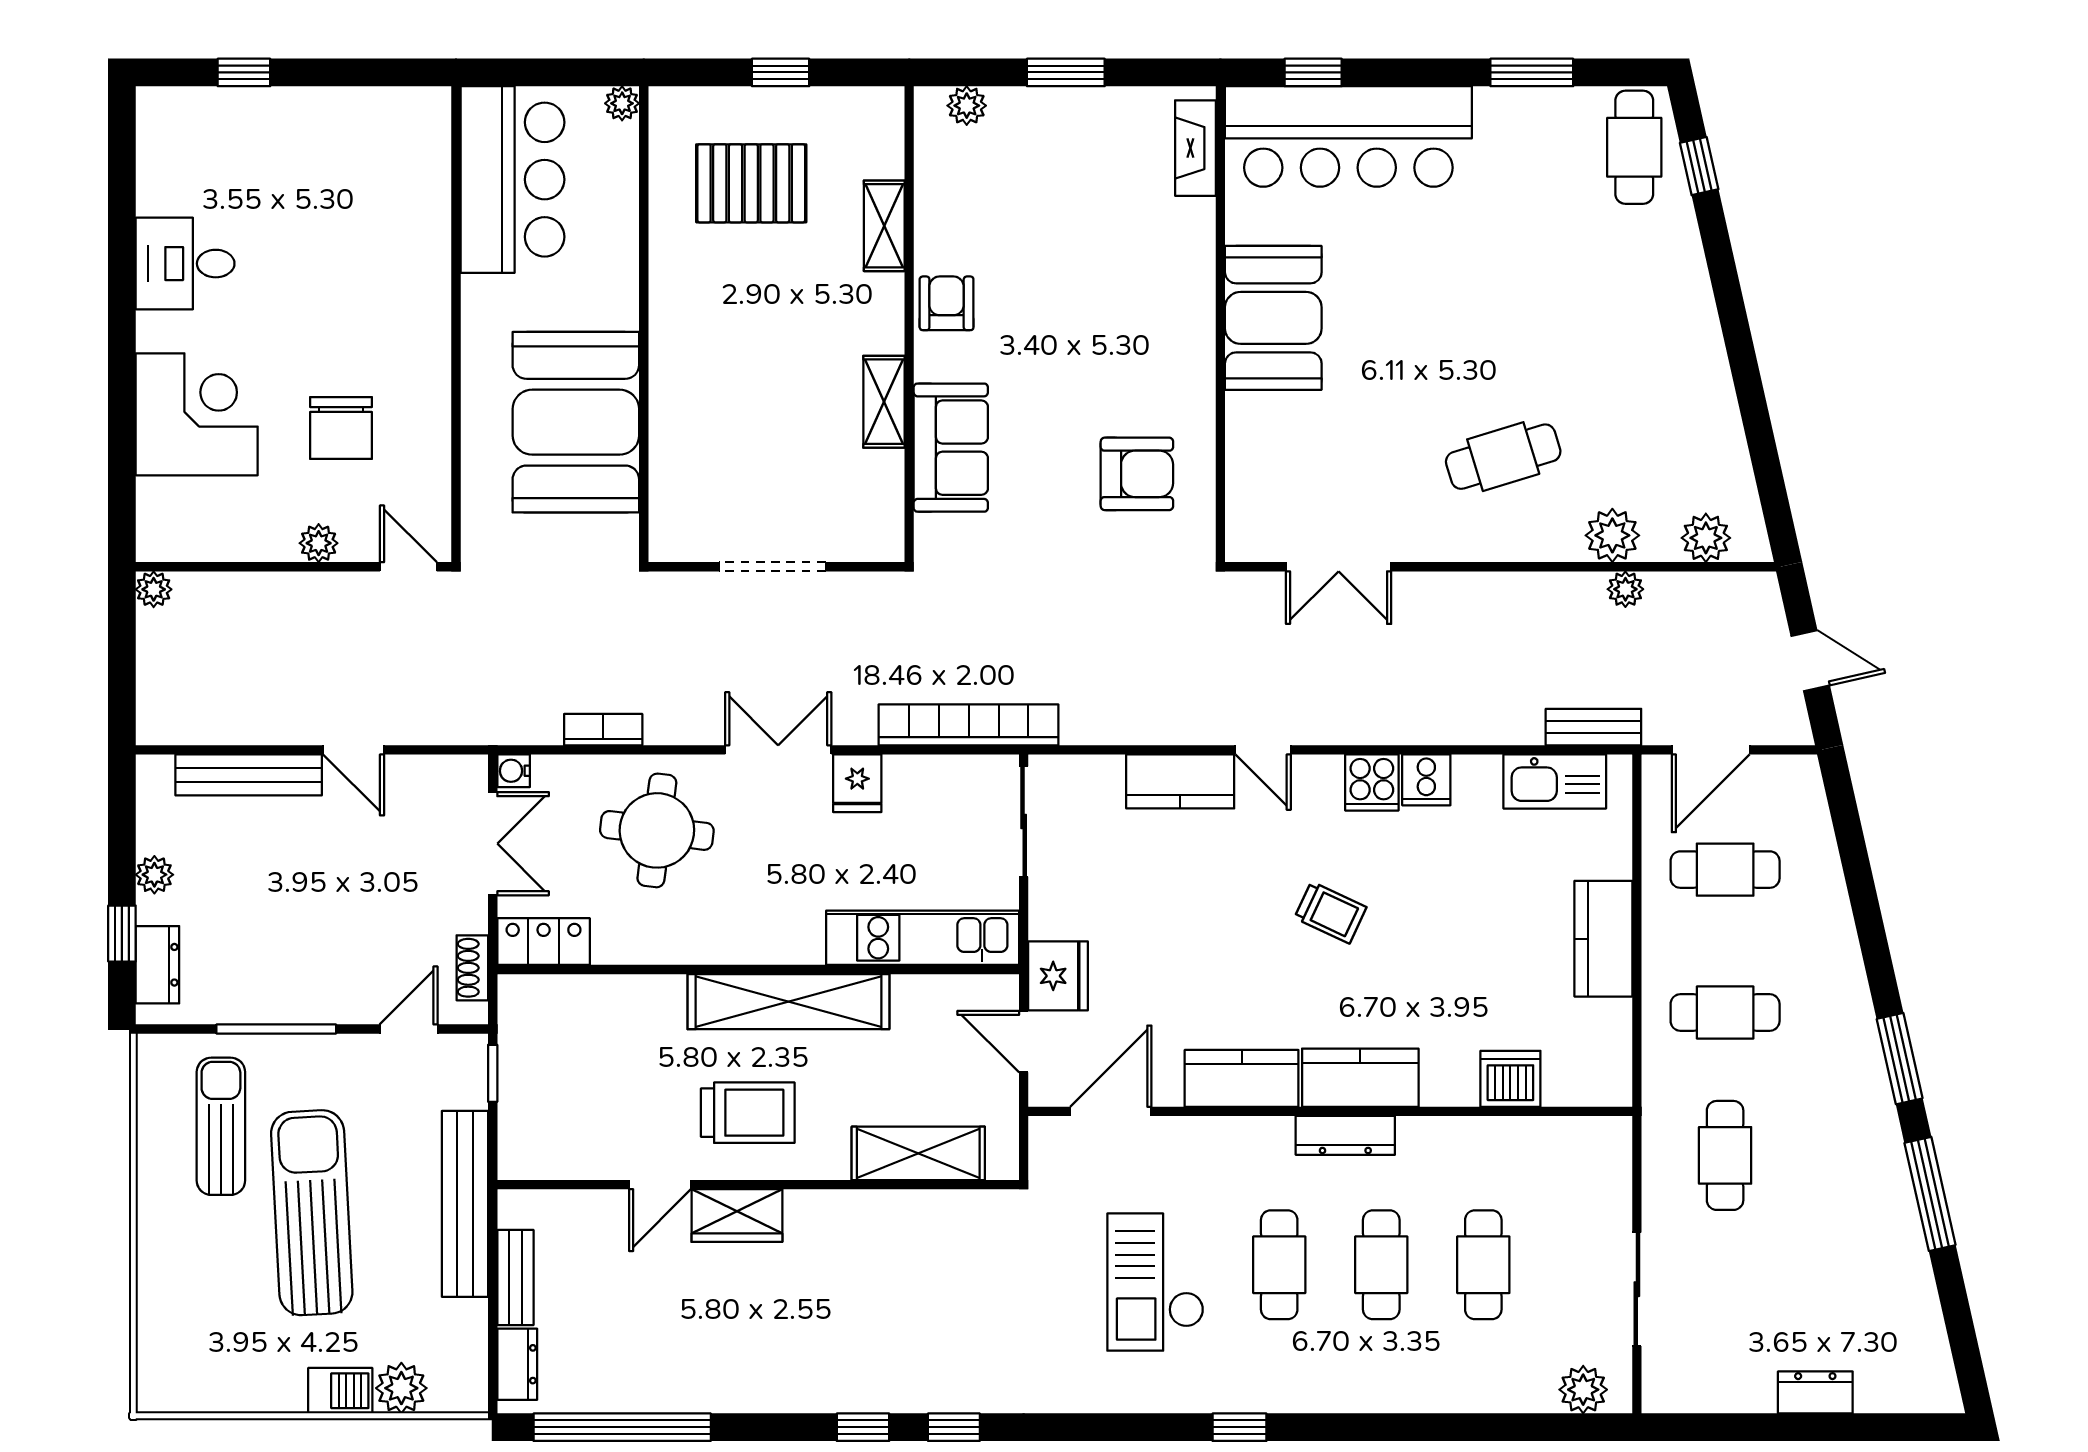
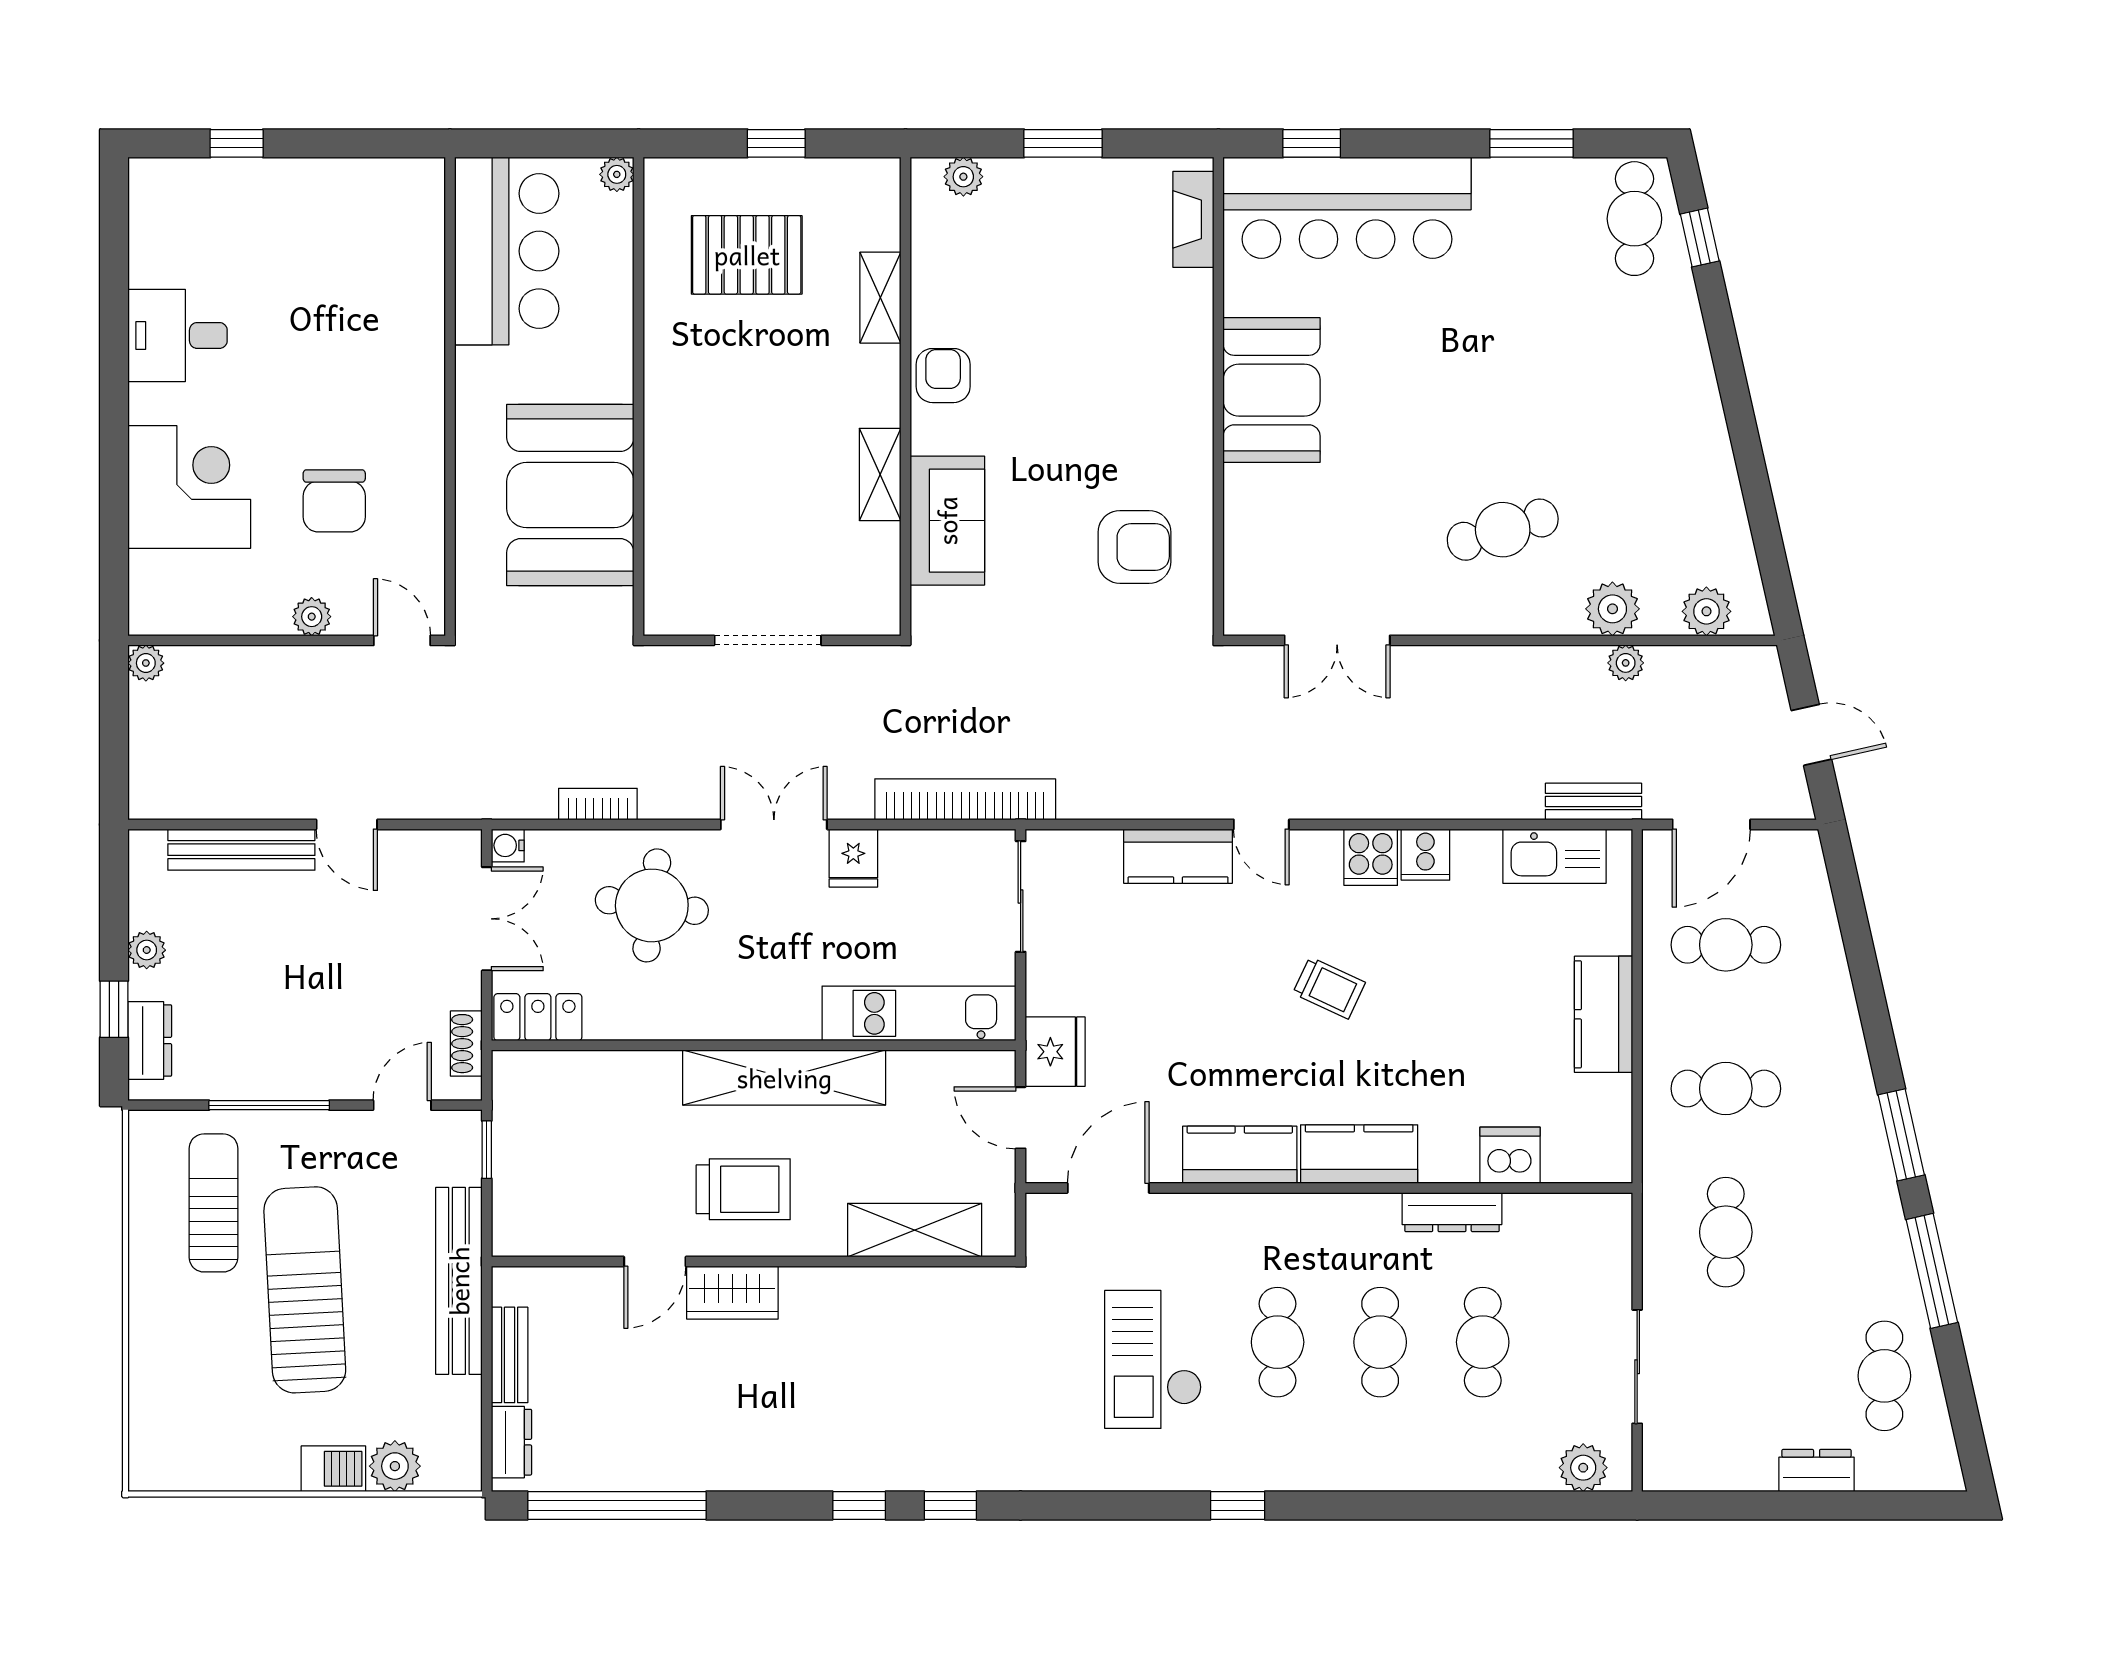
dresser: (1345, 1135) -> (1452, 1212), moved
cafe table: (1883, 1298) -> (1884, 1376), added

